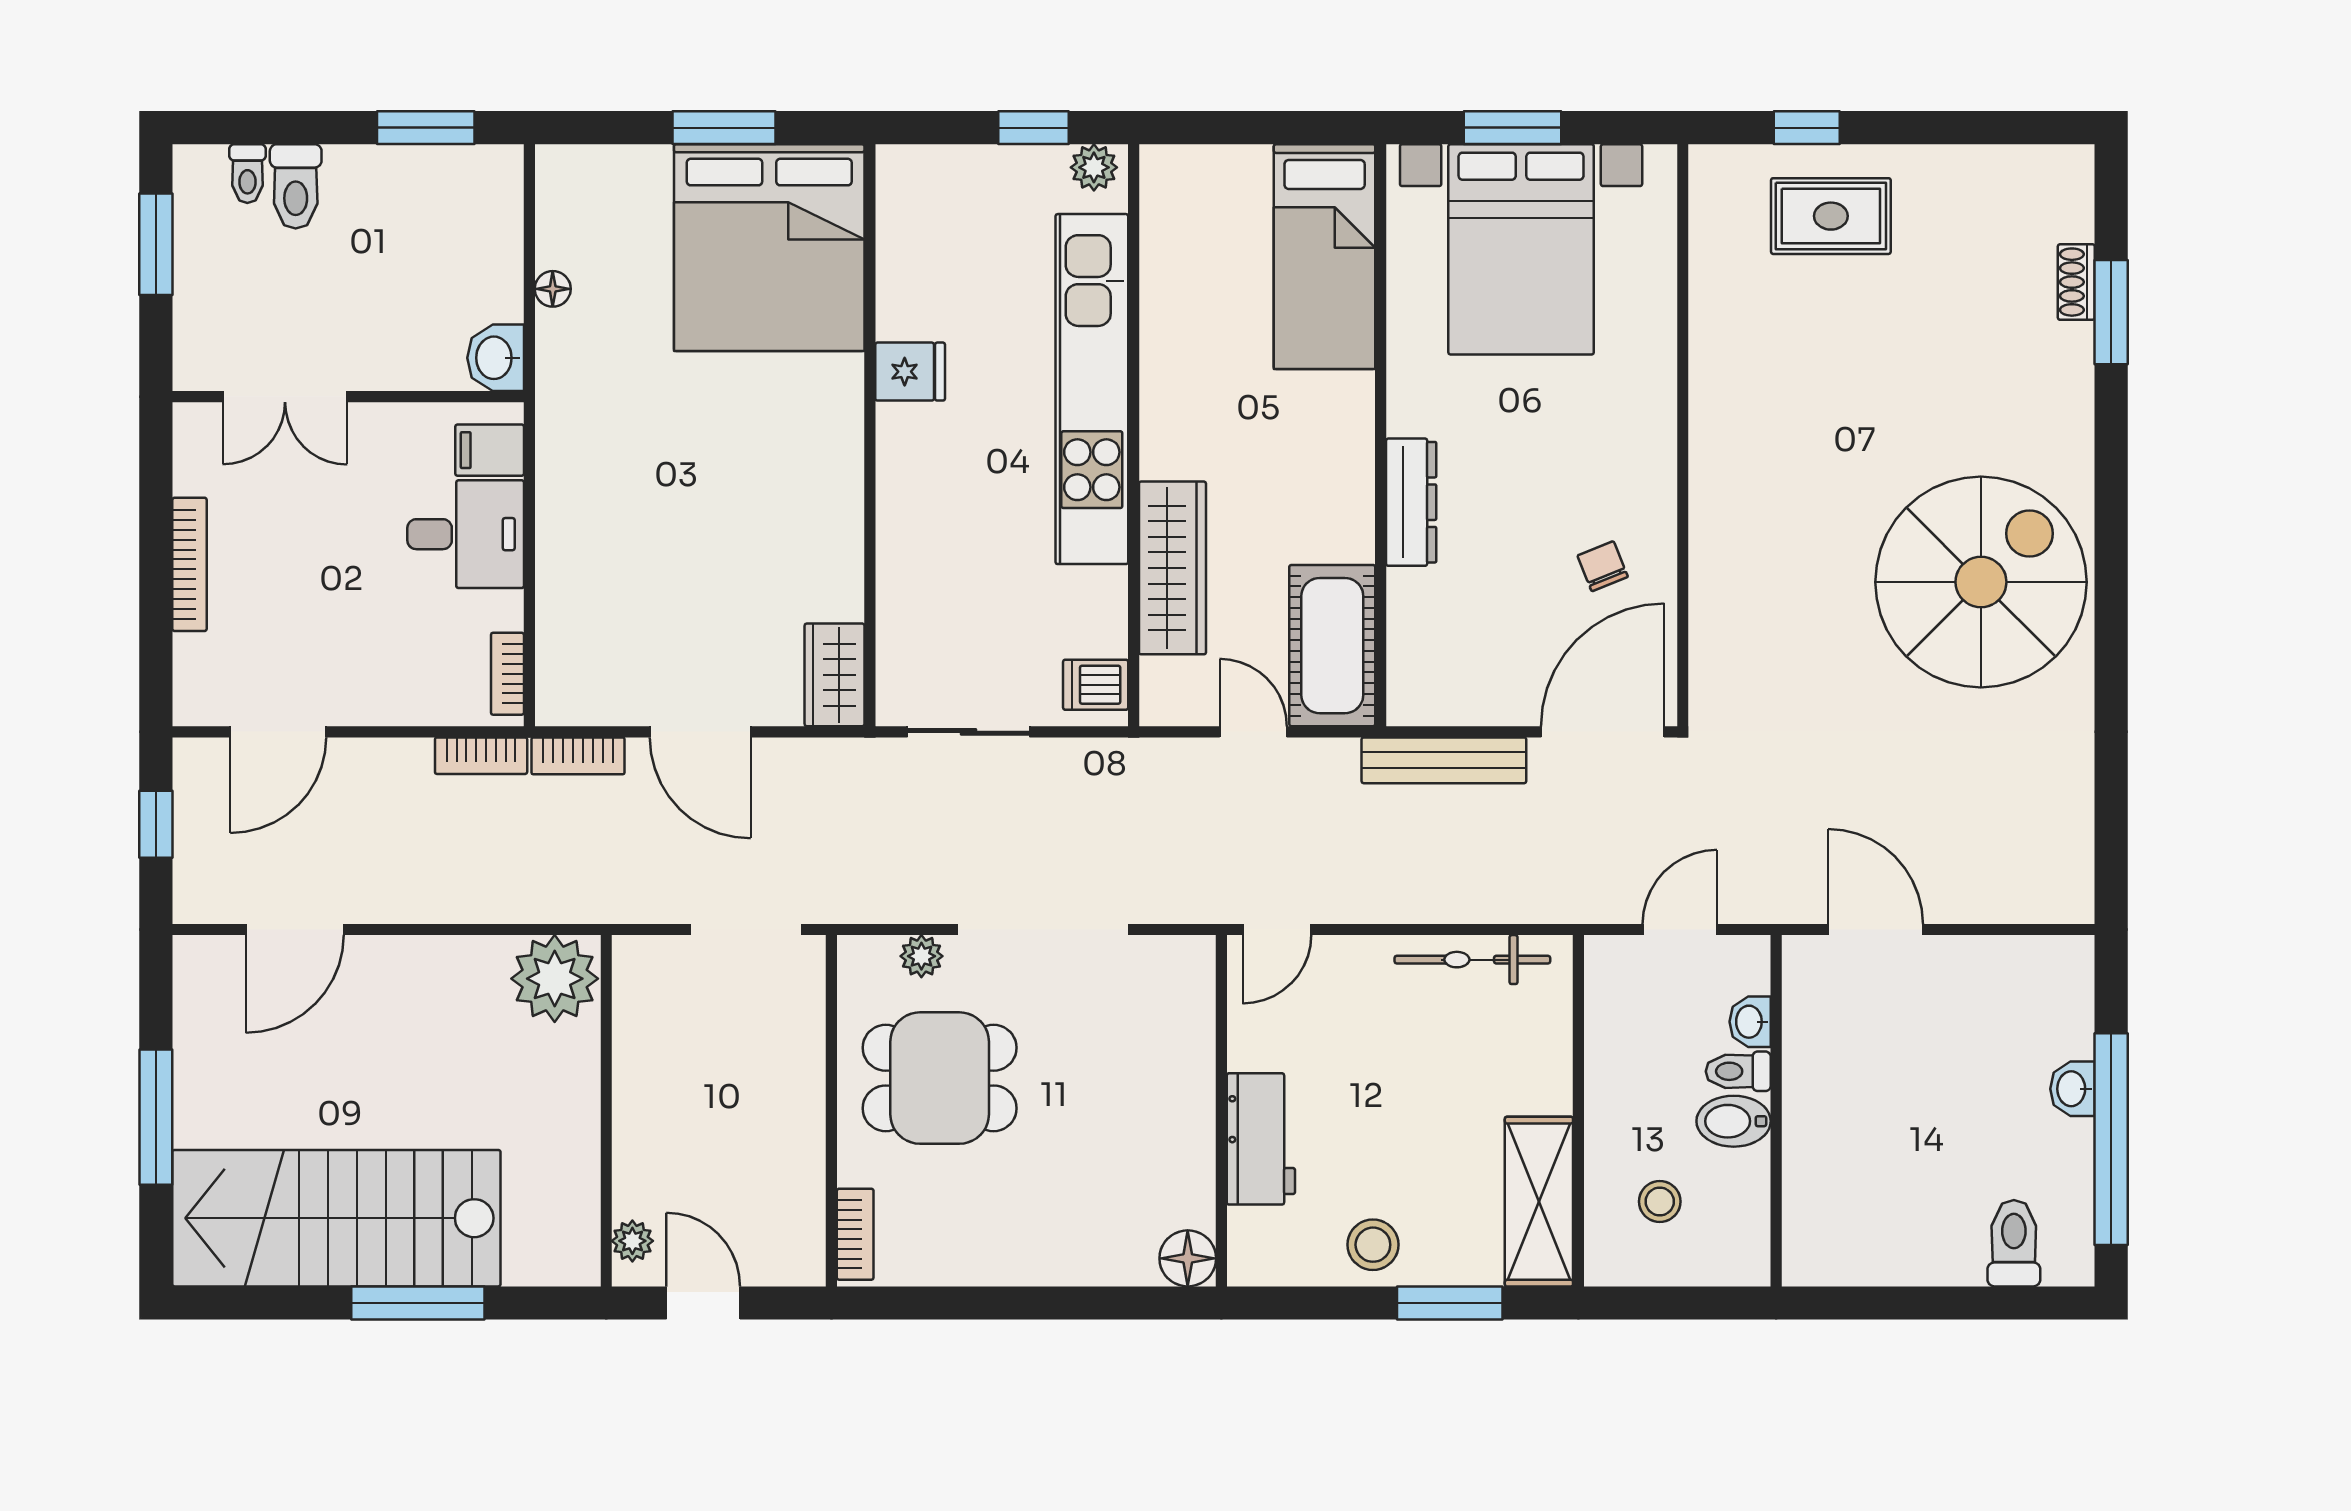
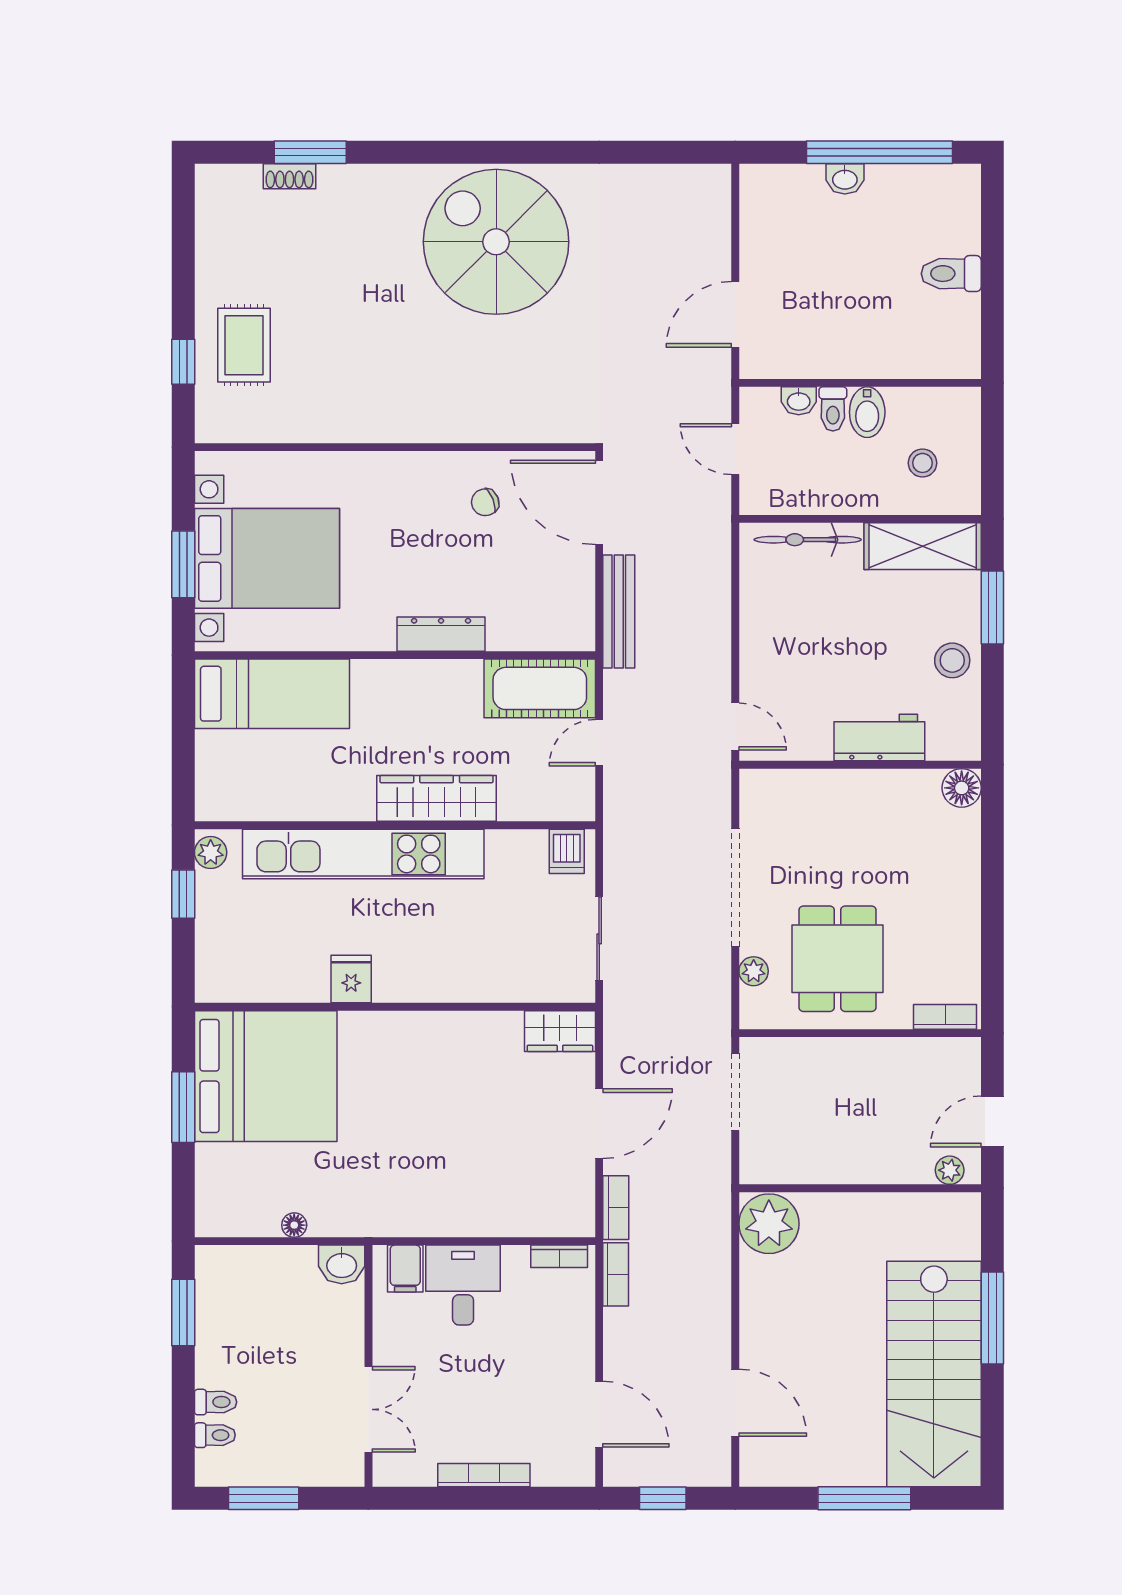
toilet: (296, 186) -> (216, 1402), width x0.73, depth x0.72
wardrobe: (1172, 568) -> (437, 798), moved
bicycle: (1472, 960) -> (808, 540), moved, turned 90
toilet: (2014, 1243) -> (951, 274), moved

